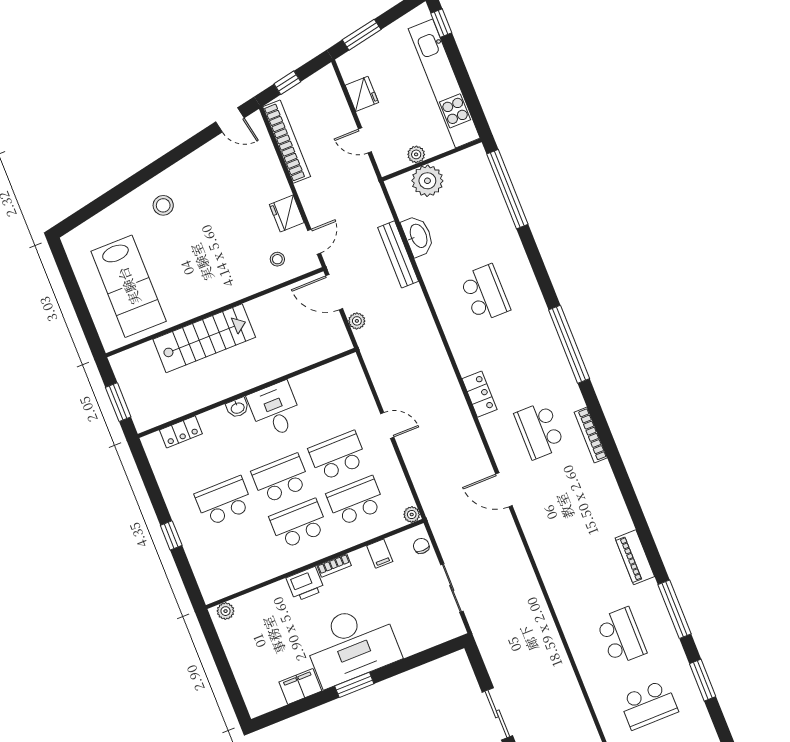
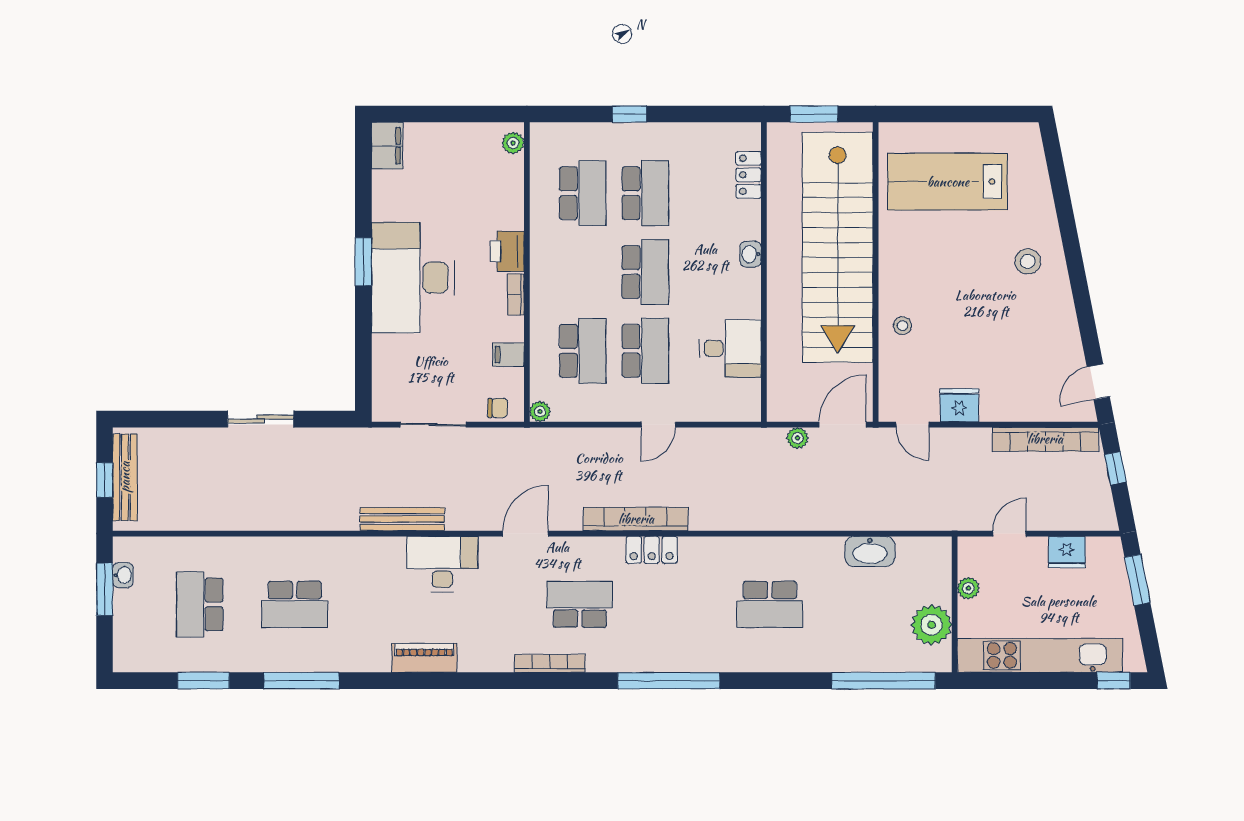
plant: (427, 181) -> (931, 625), moved
bench: (398, 254) -> (402, 519), moved
stool: (277, 259) -> (902, 326), moved
stairs: (204, 338) -> (838, 247), width x1.86, depth x1.51
desk: (275, 410) -> (730, 348), moved
bookcase: (462, 415) -> (636, 519), added
school desk: (299, 524) -> (583, 193), moved
desk: (550, 541) -> (442, 564), added
piano: (635, 557) -> (424, 658), moved
filing cabinet: (300, 687) -> (387, 146), moved

